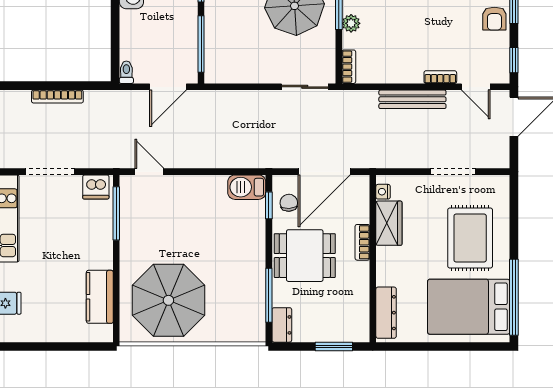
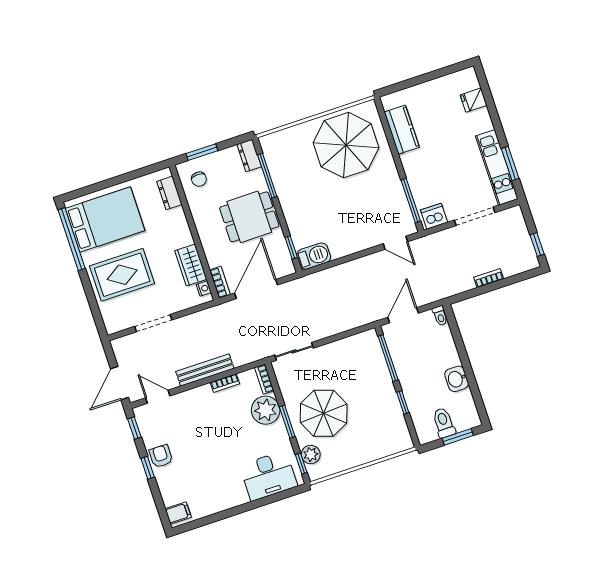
plant: (351, 23) -> (266, 410), width x1.88, depth x1.88
bookcase: (440, 77) -> (225, 383), moved
bookcase: (57, 97) -> (489, 278), width x0.64
chair: (289, 203) -> (199, 179), moved
rug: (470, 238) -> (122, 275), turned 90
bookcase: (362, 242) -> (220, 282), moved
dresser: (386, 313) -> (169, 193), width x0.70

